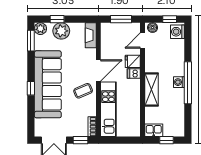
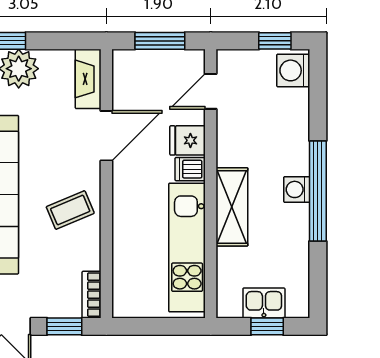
boiler: (153, 28) -> (234, 61), removed
door: (98, 70) -> (106, 136), moved
kitchen unit: (108, 109) -> (187, 247), moved, turned 180
kitchen sink: (154, 130) -> (264, 303), moved

